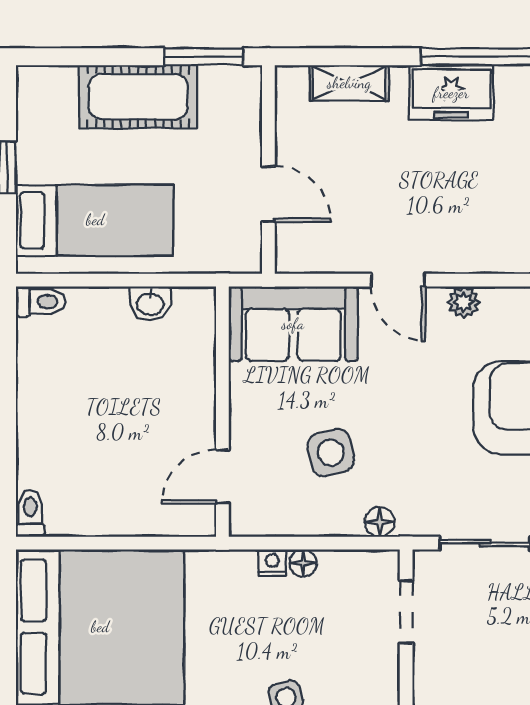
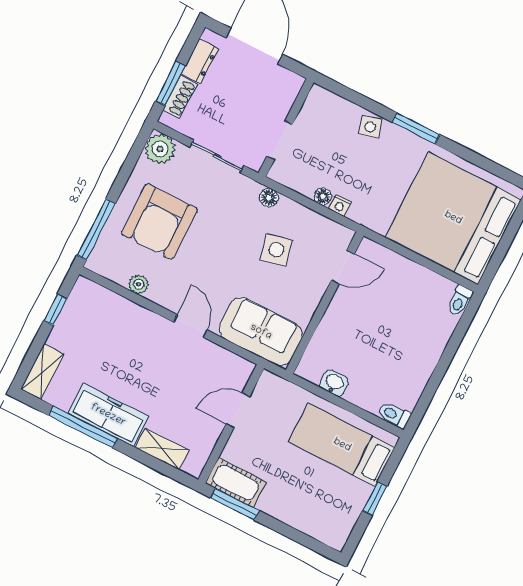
freezer: (451, 93) -> (108, 415), width x1.40
cot: (138, 97) -> (236, 483), moved, width x0.73, depth x0.75
door: (268, 194) -> (238, 410), hinge flipped
plant: (464, 302) -> (139, 284), moved

